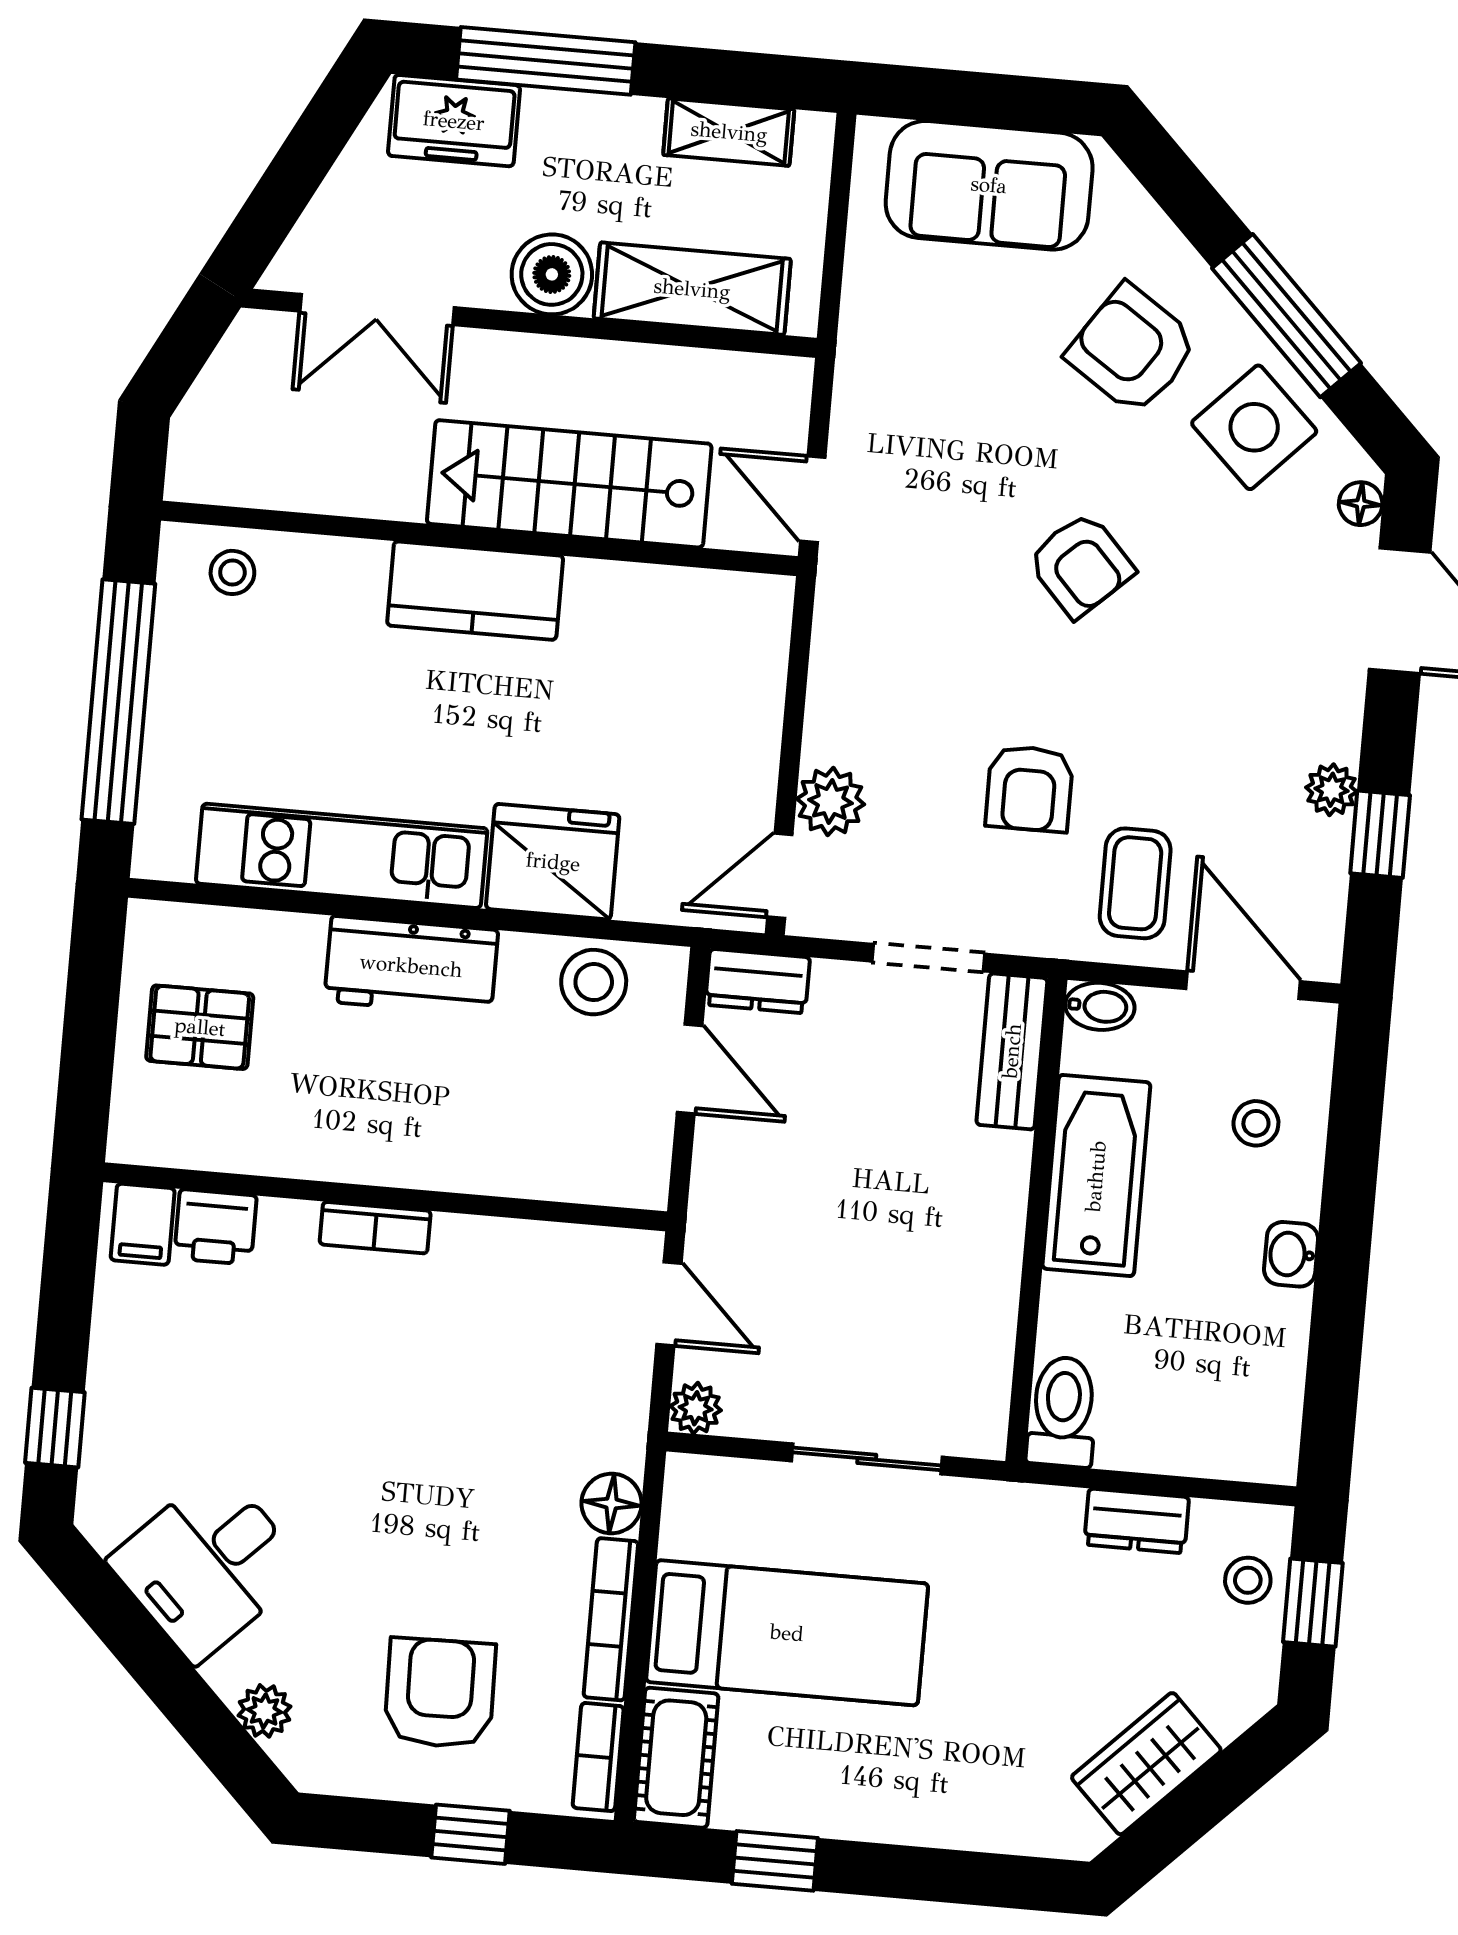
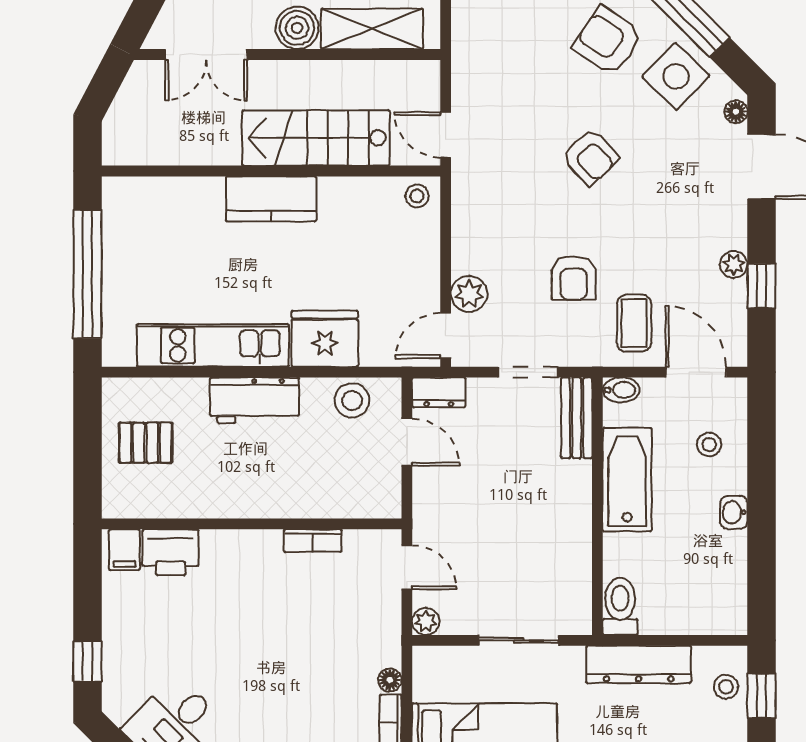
stool: (232, 572) -> (417, 196), moved
printer: (215, 1227) -> (171, 552), width x1.36, depth x1.24
bookcase: (375, 1228) -> (313, 541), moved
floor lamp: (612, 1503) -> (390, 680), width x0.73, depth x0.73
dresser: (1137, 1521) -> (639, 664), width x1.96, depth x1.24

